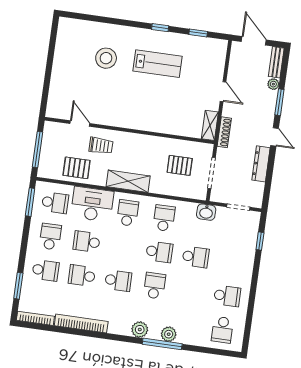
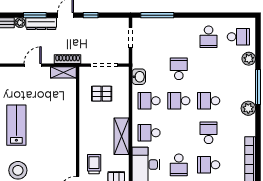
dresser: (261, 164) -> (41, 24), moved
pallet: (180, 165) -> (102, 94), turned 90
window: (271, 165) -> (91, 15), added
washbasin: (206, 212) -> (139, 77), moved
window: (260, 241) -> (157, 15), width x2.17
school desk: (159, 252) -> (179, 101), turned -90
school desk: (82, 276) -> (209, 165), turned 90
school desk: (227, 296) -> (209, 37), turned 180
plant: (169, 334) -> (249, 59), moved

